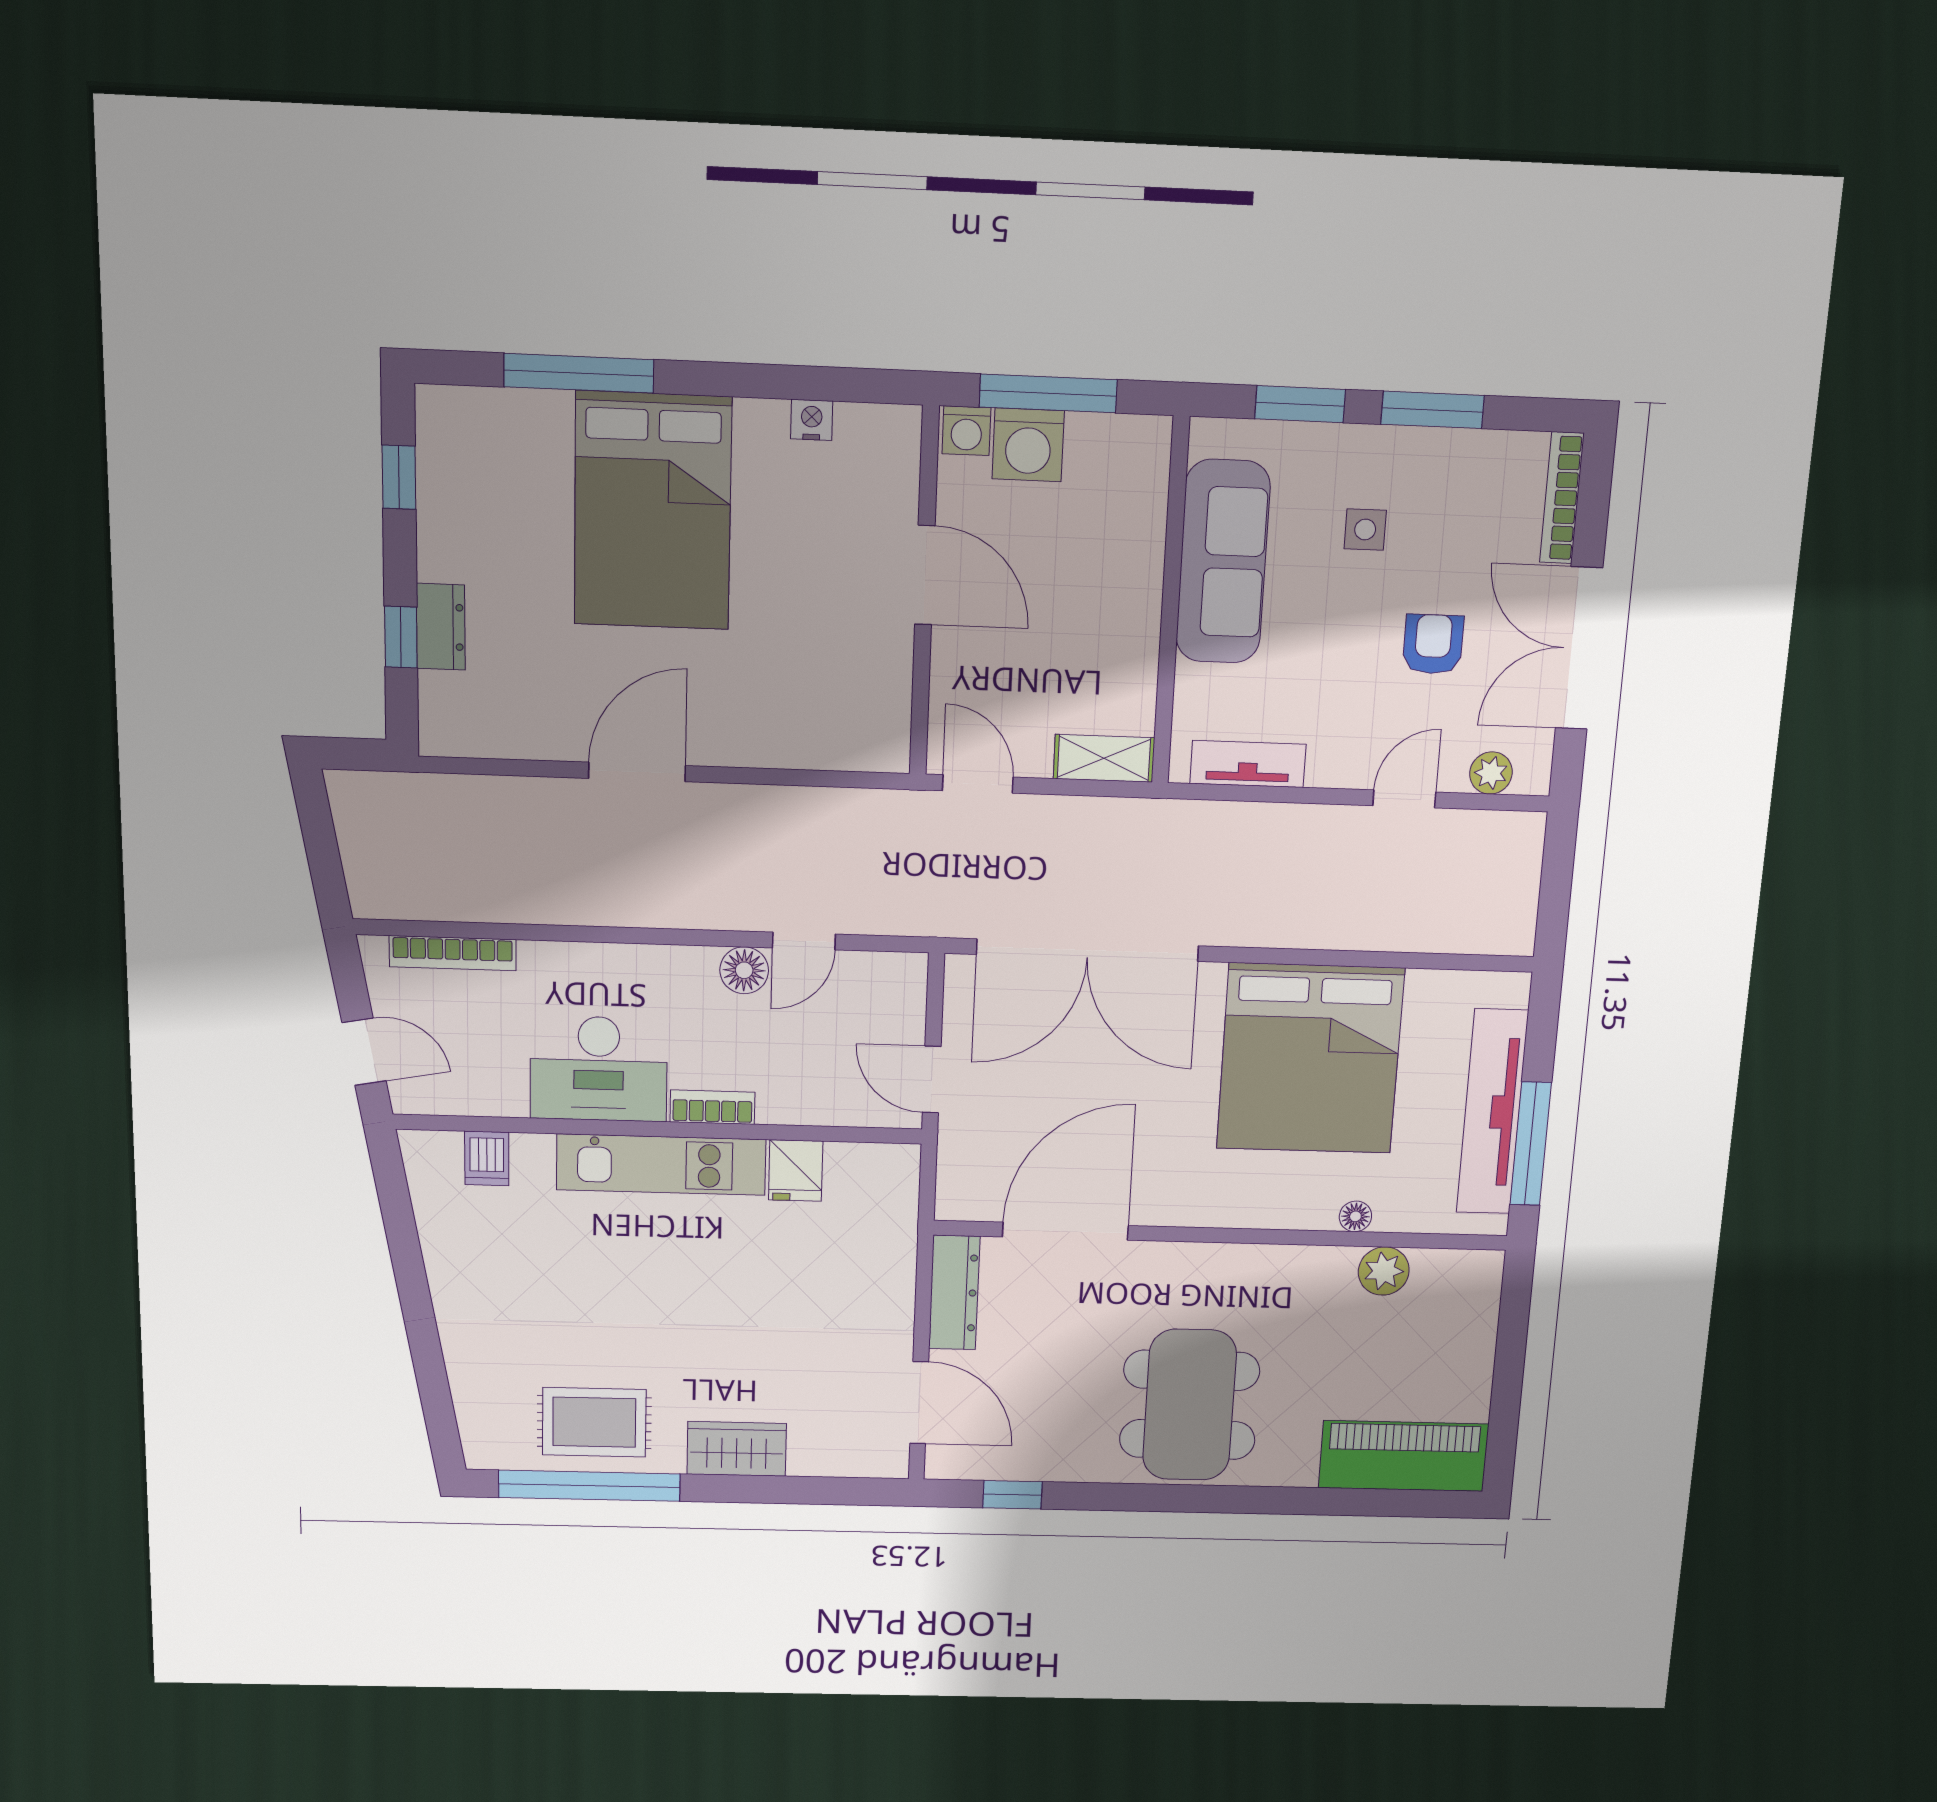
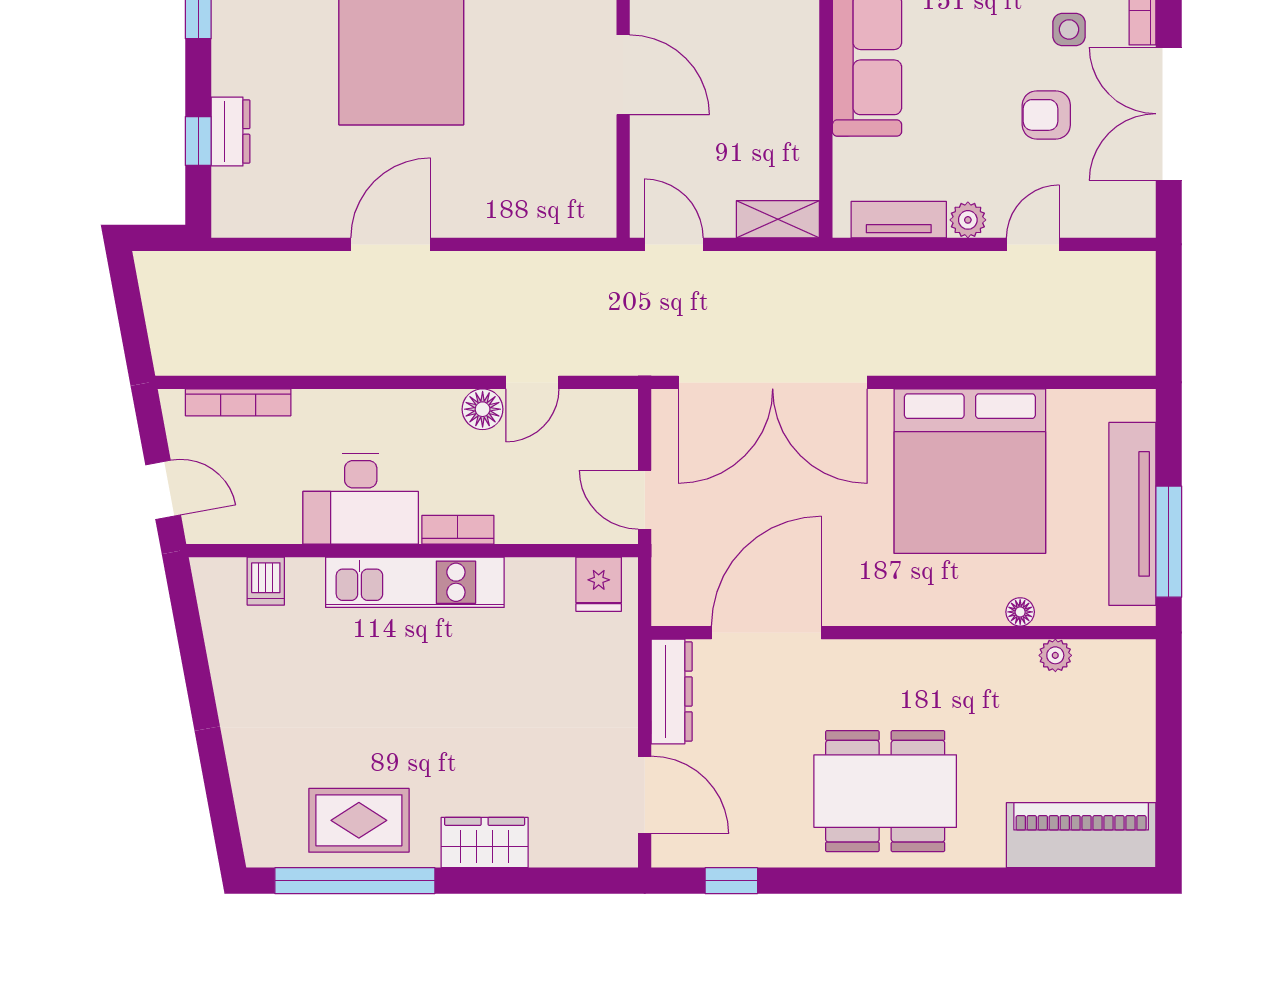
side table: (1365, 529) -> (1069, 29), moved
armchair: (1433, 644) -> (1046, 115), turned -90
plant: (1491, 773) -> (968, 220), moved
fridge: (796, 1171) -> (599, 584), moved
plant: (1384, 1271) -> (1055, 655), width x0.73, depth x0.73
dining table: (1189, 1405) -> (885, 791), turned 90

